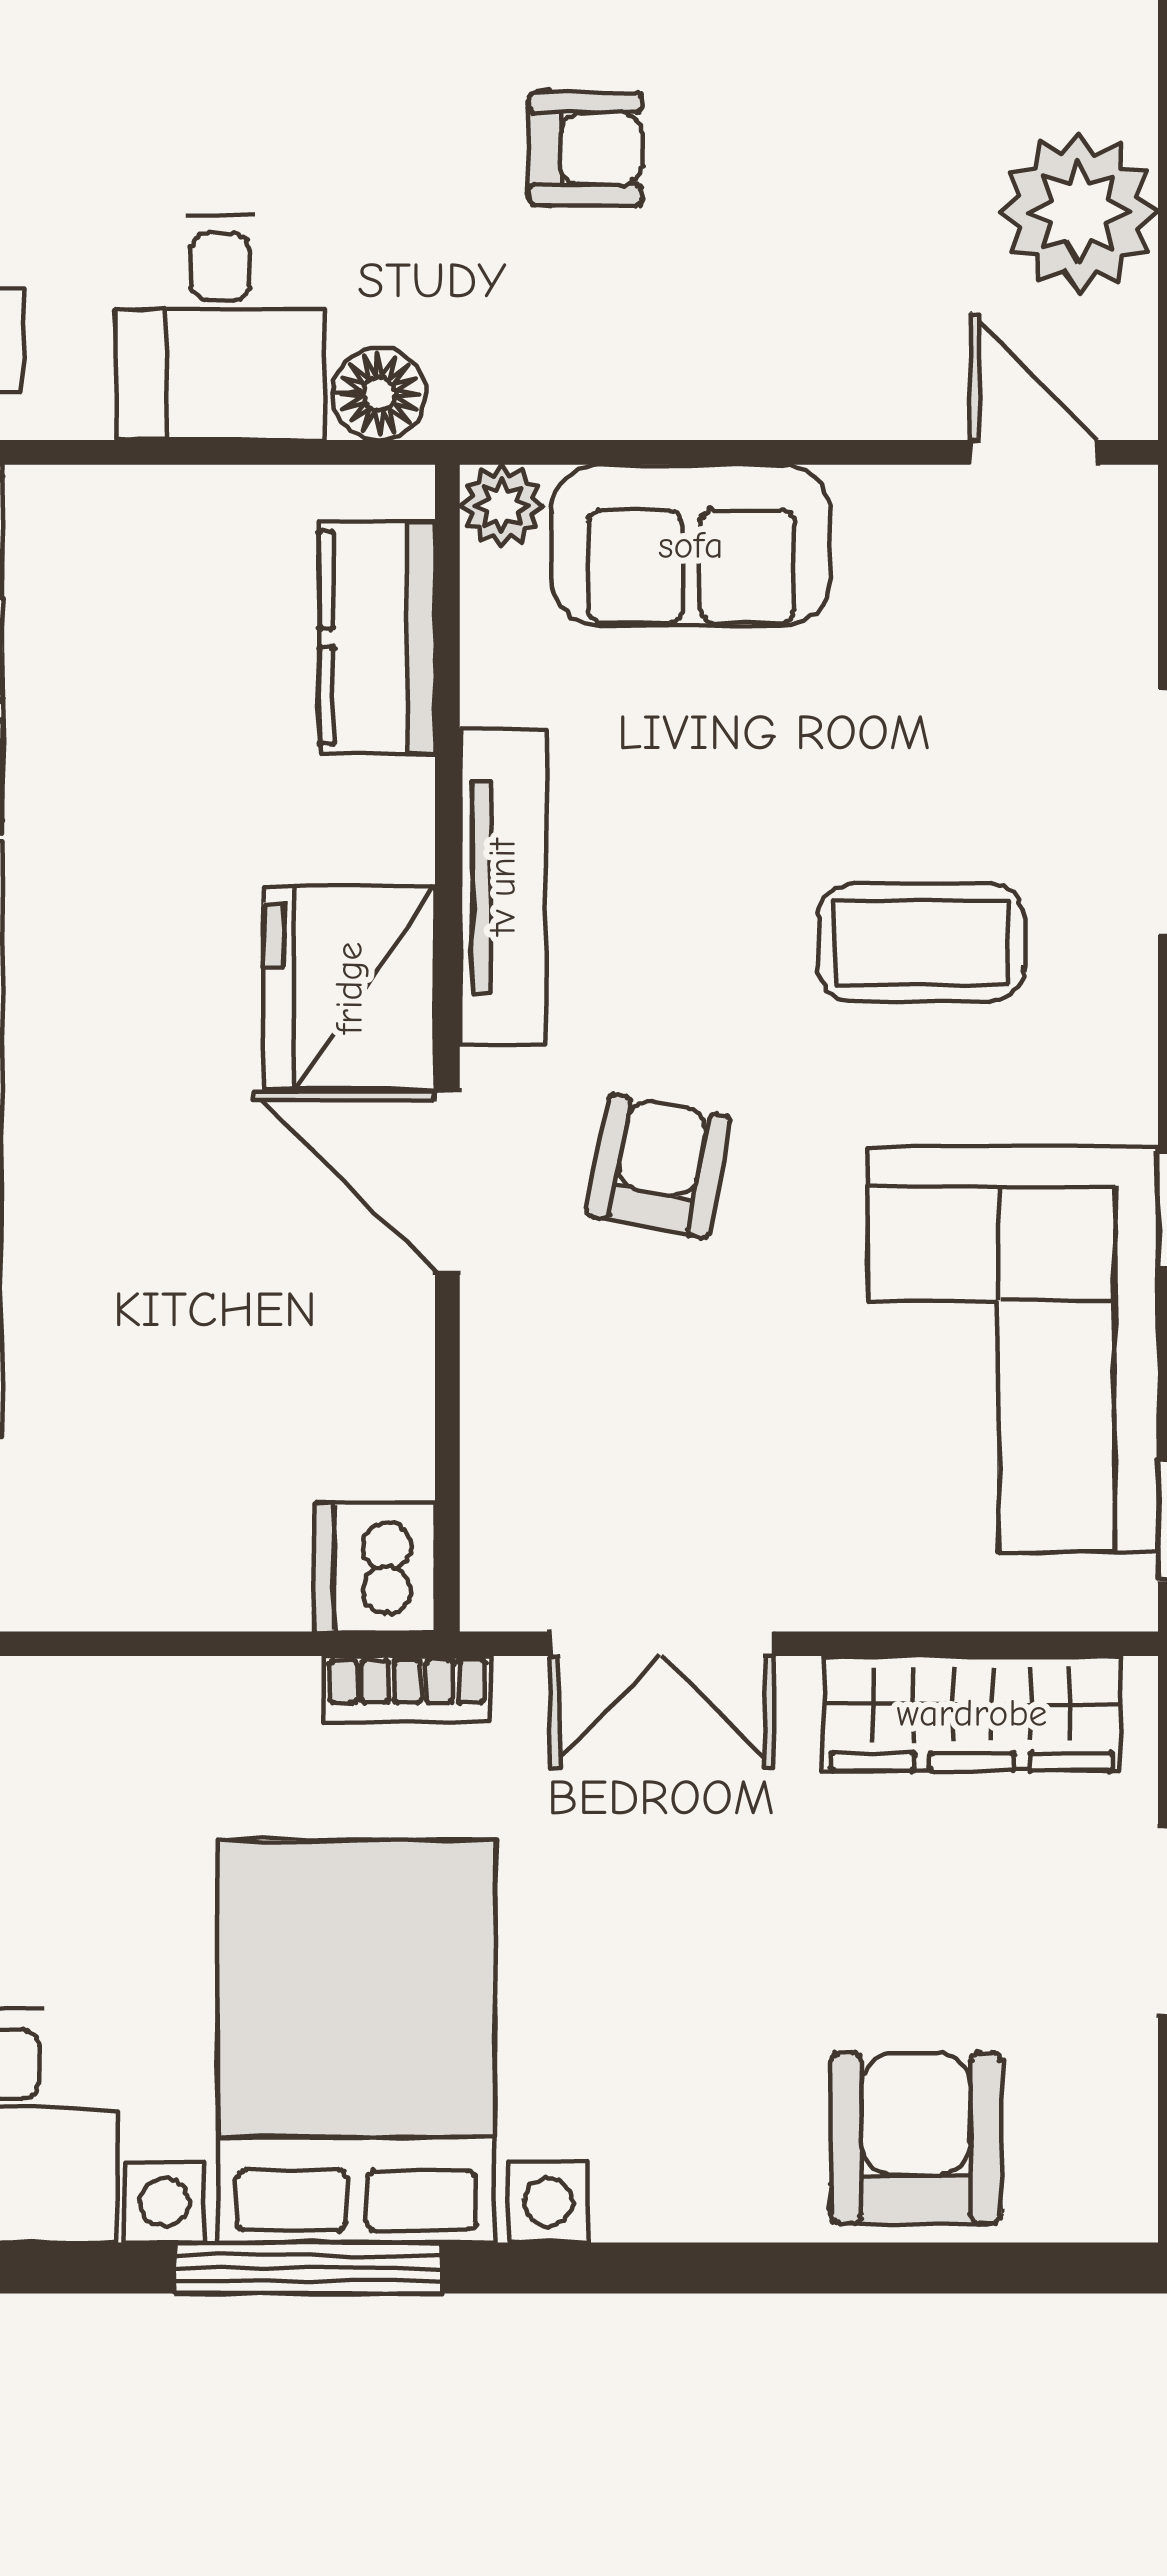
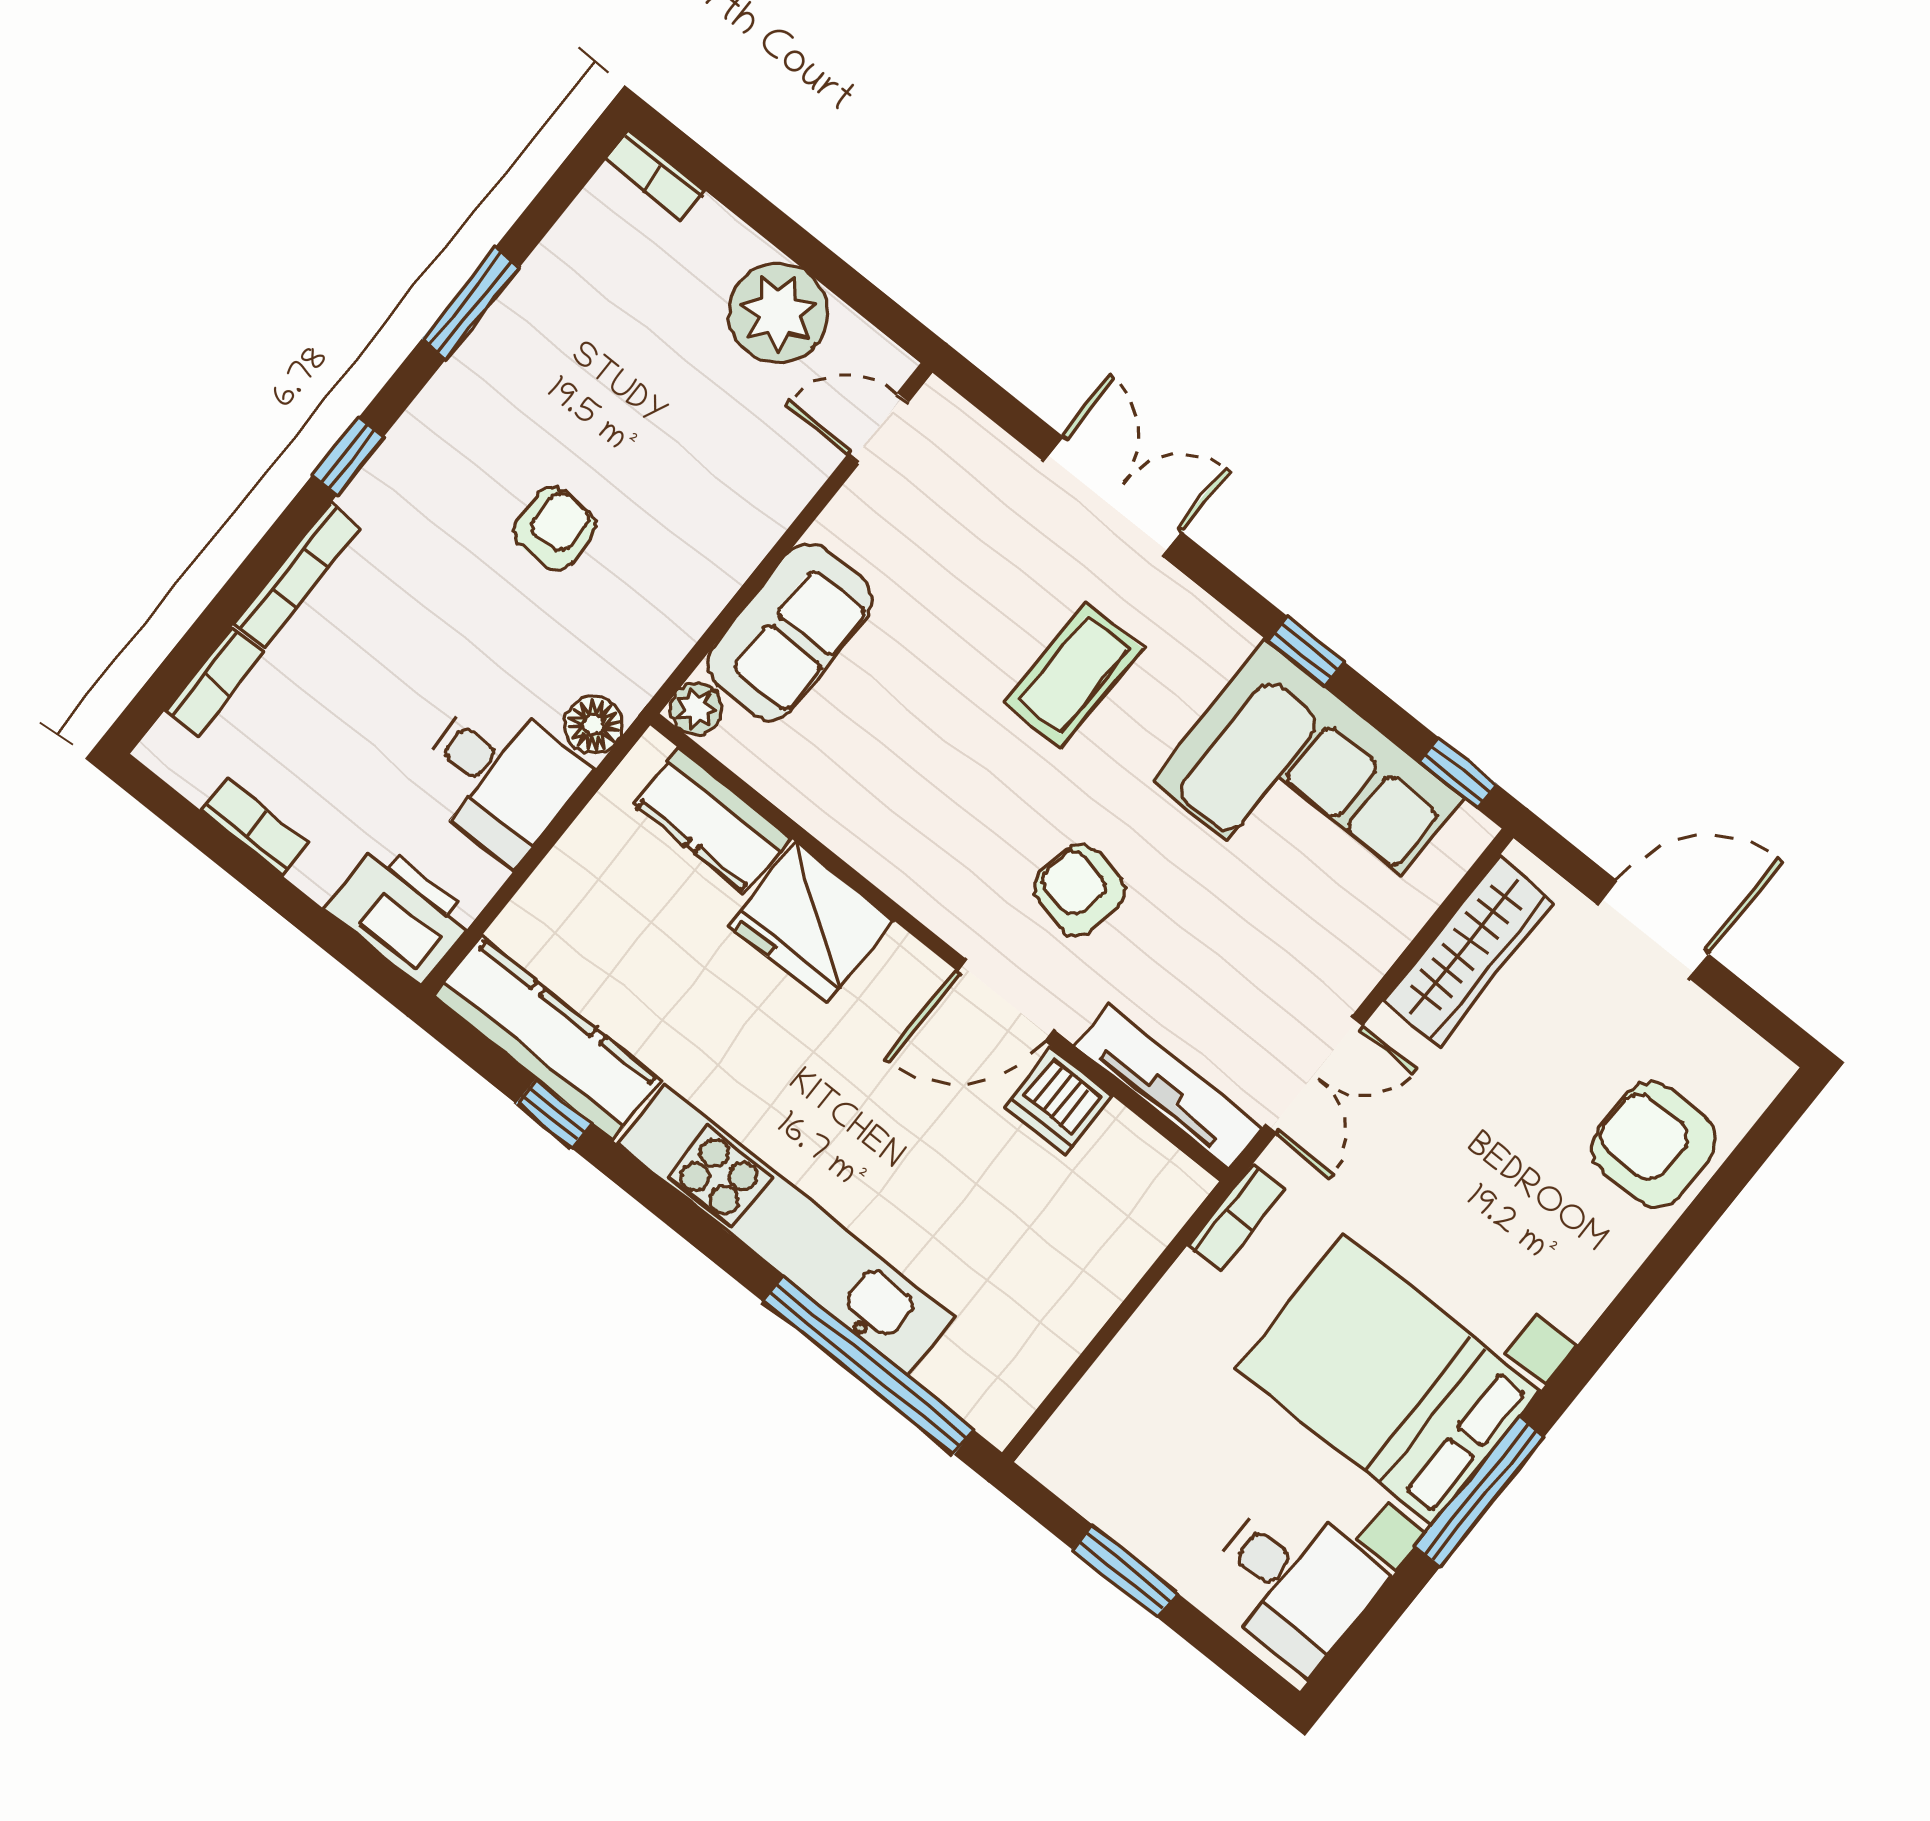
tv unit: (502, 887) -> (1168, 1087), moved
fridge: (349, 988) -> (811, 923), moved
dishwasher: (375, 1567) -> (1059, 1101), moved

